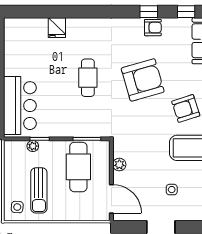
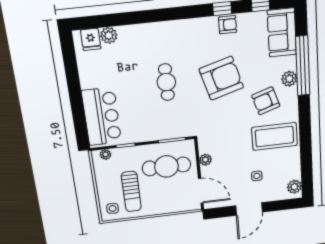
plant: (38, 26) -> (109, 35), added
fridge: (57, 28) -> (91, 39), moved
plant: (33, 146) -> (105, 154), moved
cafe table: (78, 167) -> (166, 166), turned 90

